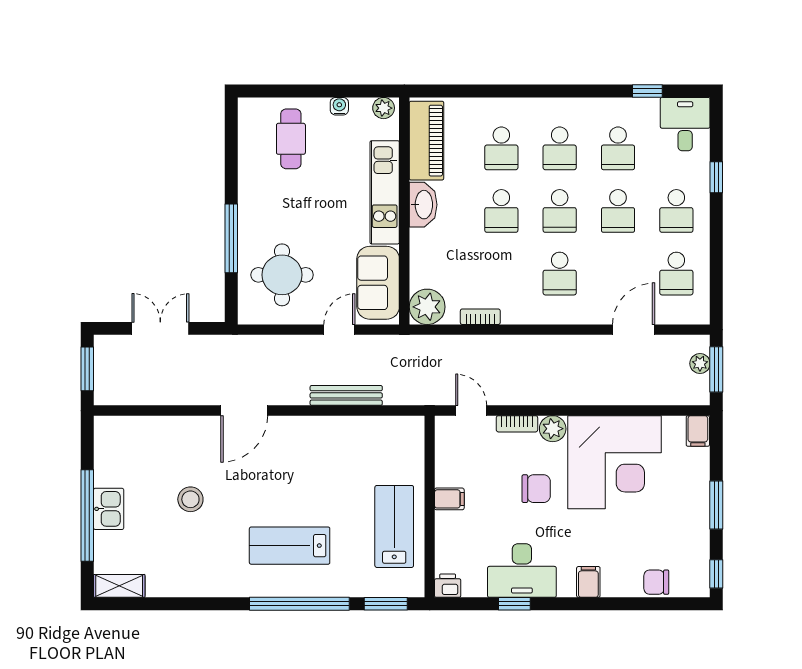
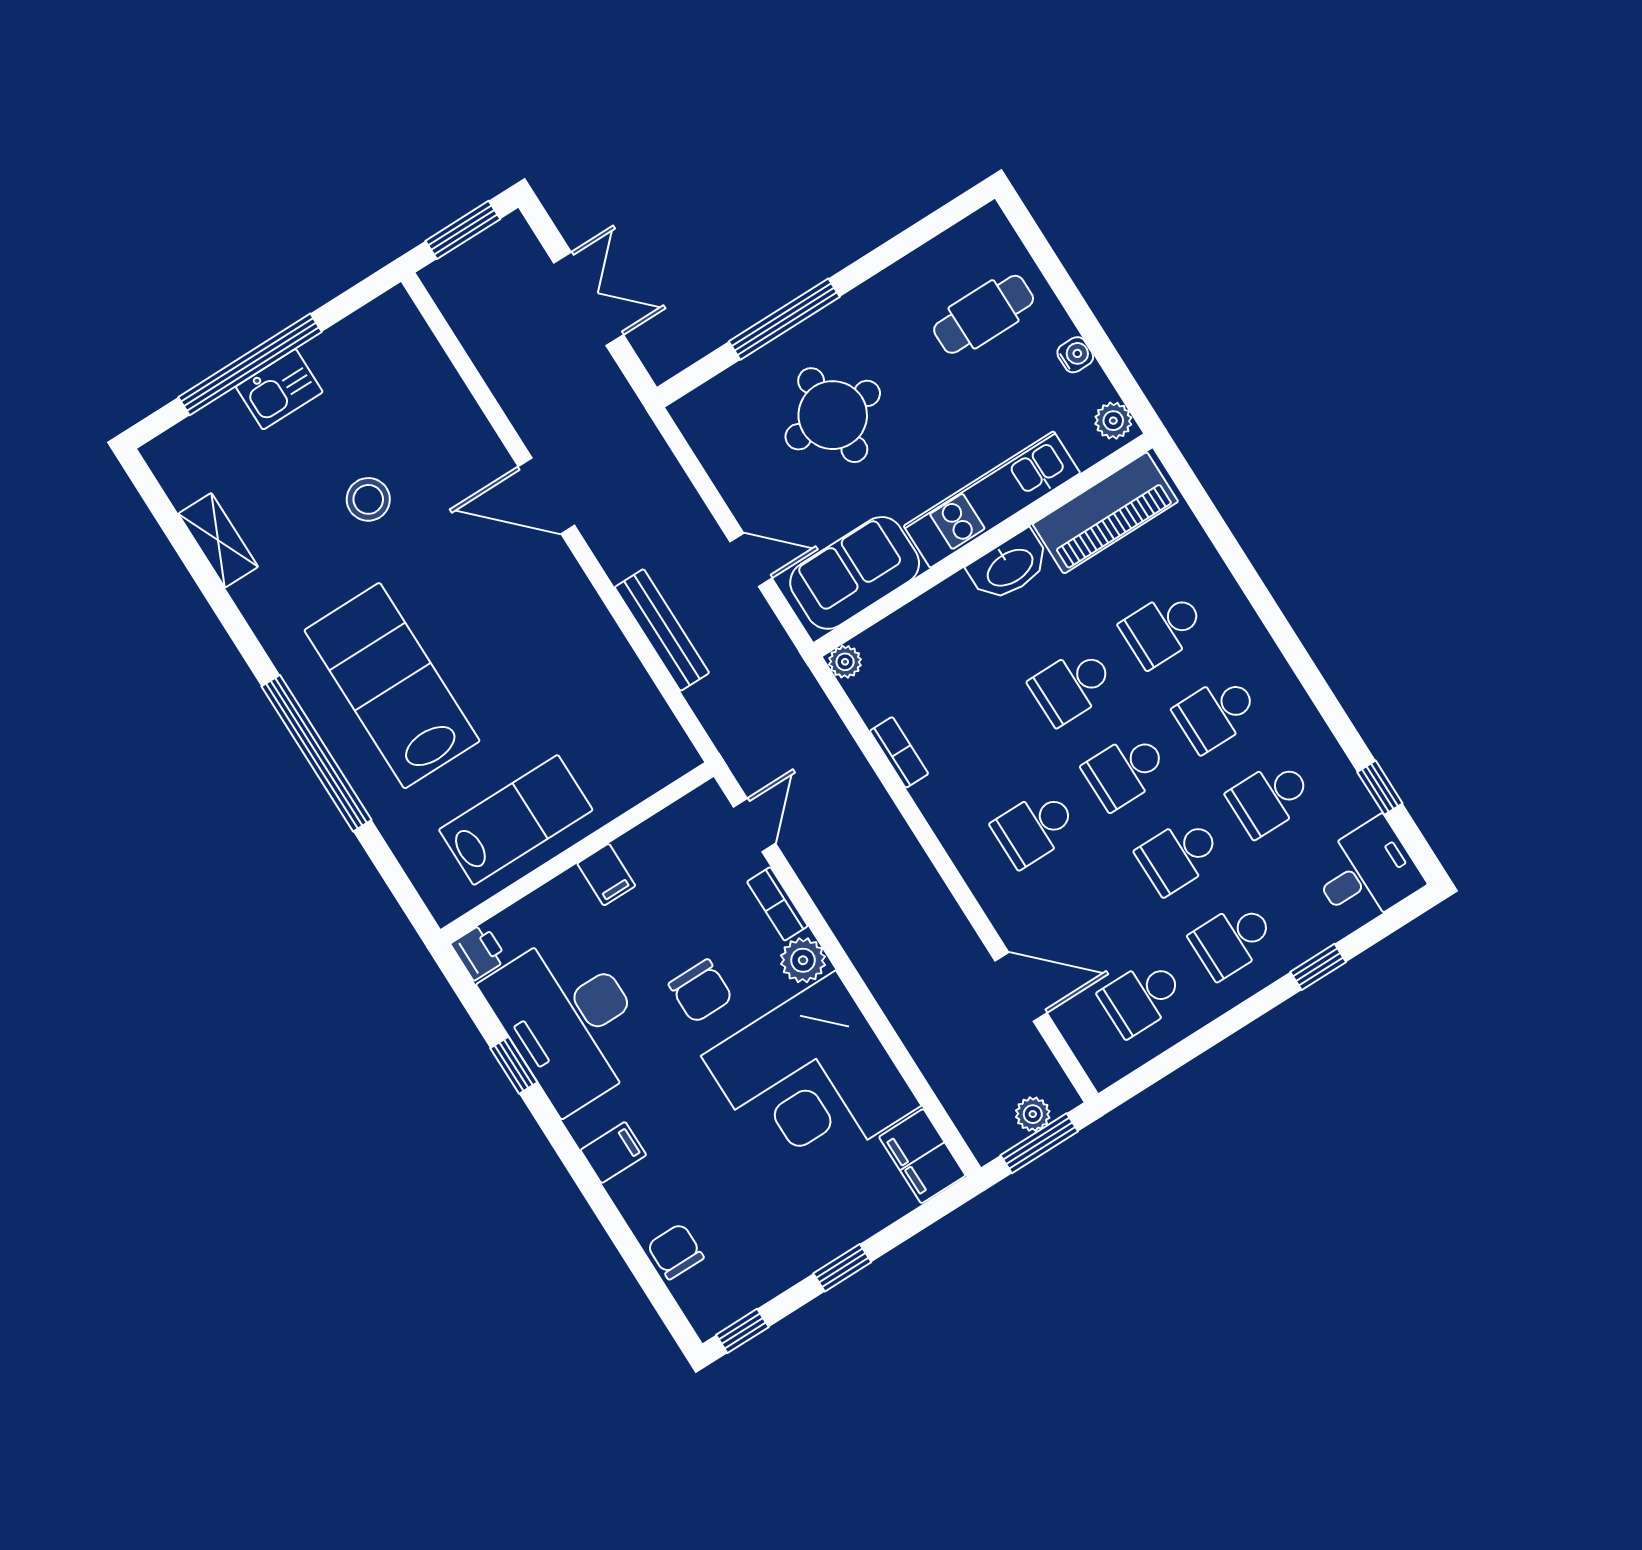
round table: (282, 275) -> (833, 415), moved
plant: (427, 307) -> (845, 662), width x0.53, depth x0.53
filing cabinet: (698, 431) -> (922, 1156), width x2.00
window: (716, 505) -> (842, 1268), width x0.67
lab bench: (290, 546) -> (392, 686), width x1.36, depth x1.39
desk: (522, 571) -> (569, 1020), width x1.36, depth x1.30
shelving: (119, 586) -> (218, 540), moved
window: (386, 604) -> (396, 879), removed

